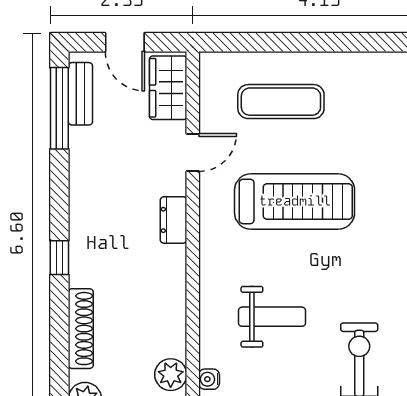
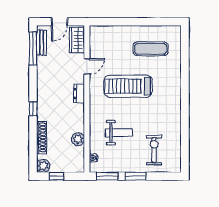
door: (125, 42) -> (59, 22), hinge flipped
exercise mat: (281, 102) -> (151, 49), moved
treadmill: (295, 201) -> (128, 86), turned 180
plant: (171, 375) -> (78, 139), moved

